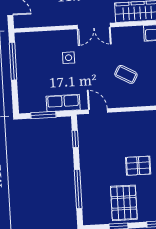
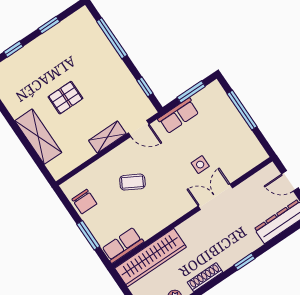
double door: (94, 26) -> (215, 197), moved
window: (13, 61) -> (242, 110), moved
shelving: (125, 118) -> (107, 137), added
pallet: (124, 203) -> (58, 52), removed

